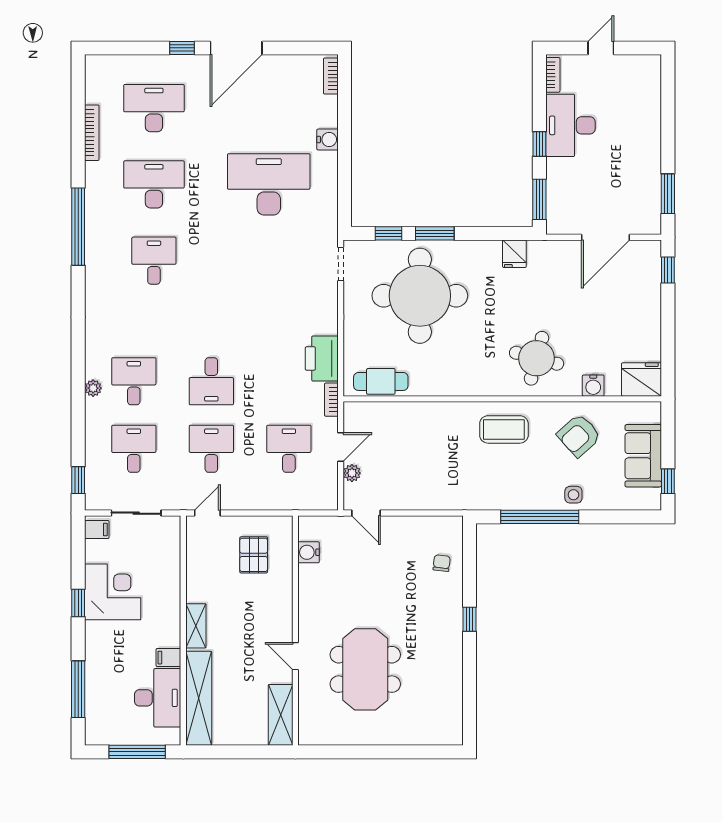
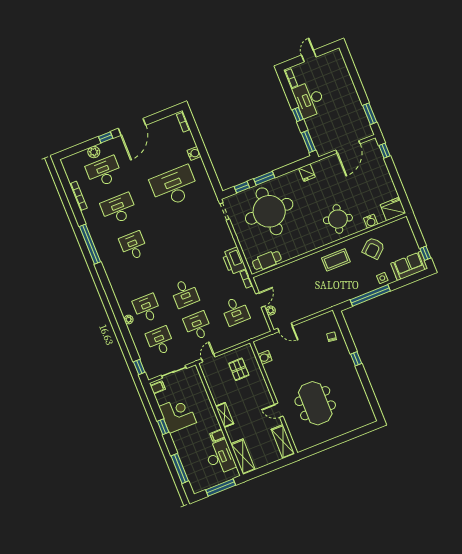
plant: (150, 66) -> (94, 152), added
desk: (289, 449) -> (235, 311), turned 180
sofa: (643, 456) -> (409, 266), moved, turned 90
shelving: (199, 698) -> (243, 457), width x0.68

